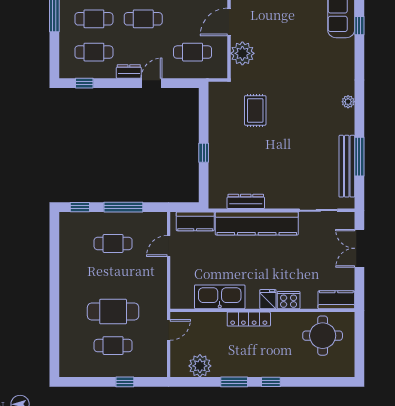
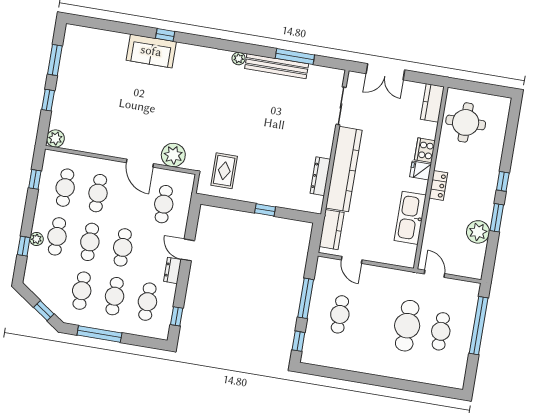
rug: (255, 110) -> (224, 171), moved, turned 90
bench: (347, 166) -> (277, 66), moved
locker: (249, 319) -> (438, 185), width x0.66
plant: (200, 366) -> (478, 232), moved
window: (125, 382) -> (479, 326), width x3.17

